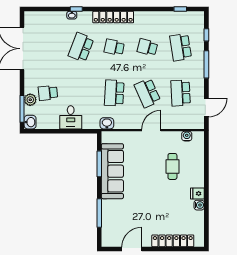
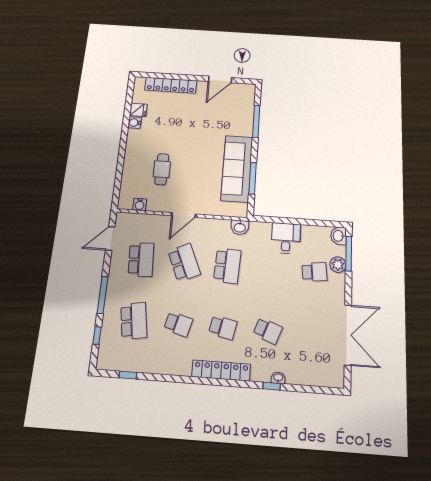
school desk: (81, 47) -> (268, 331), width x0.54
fridge: (197, 193) -> (138, 110), moved

